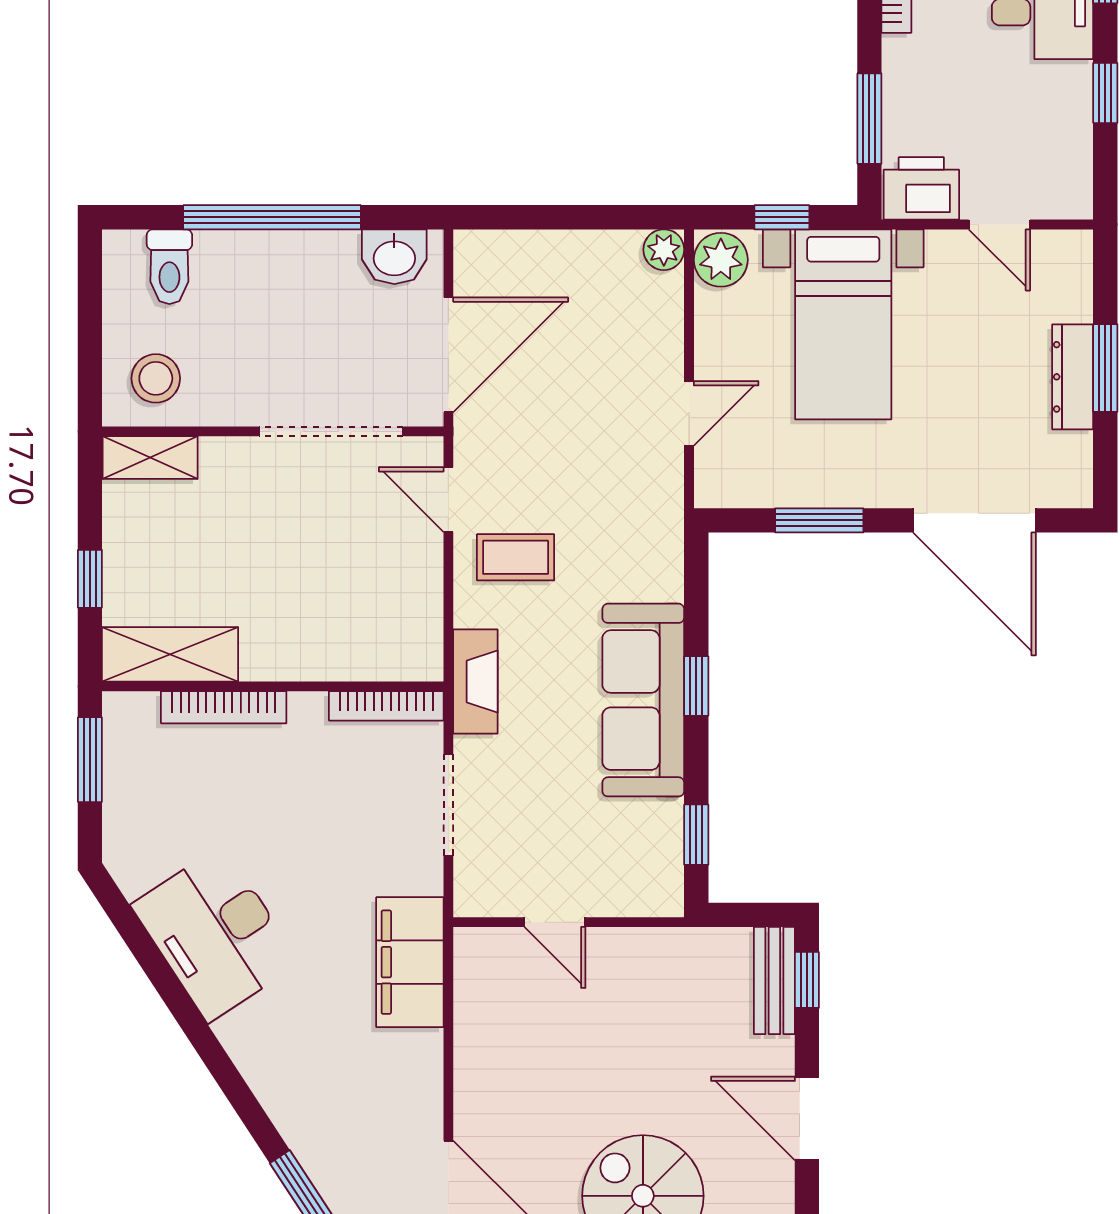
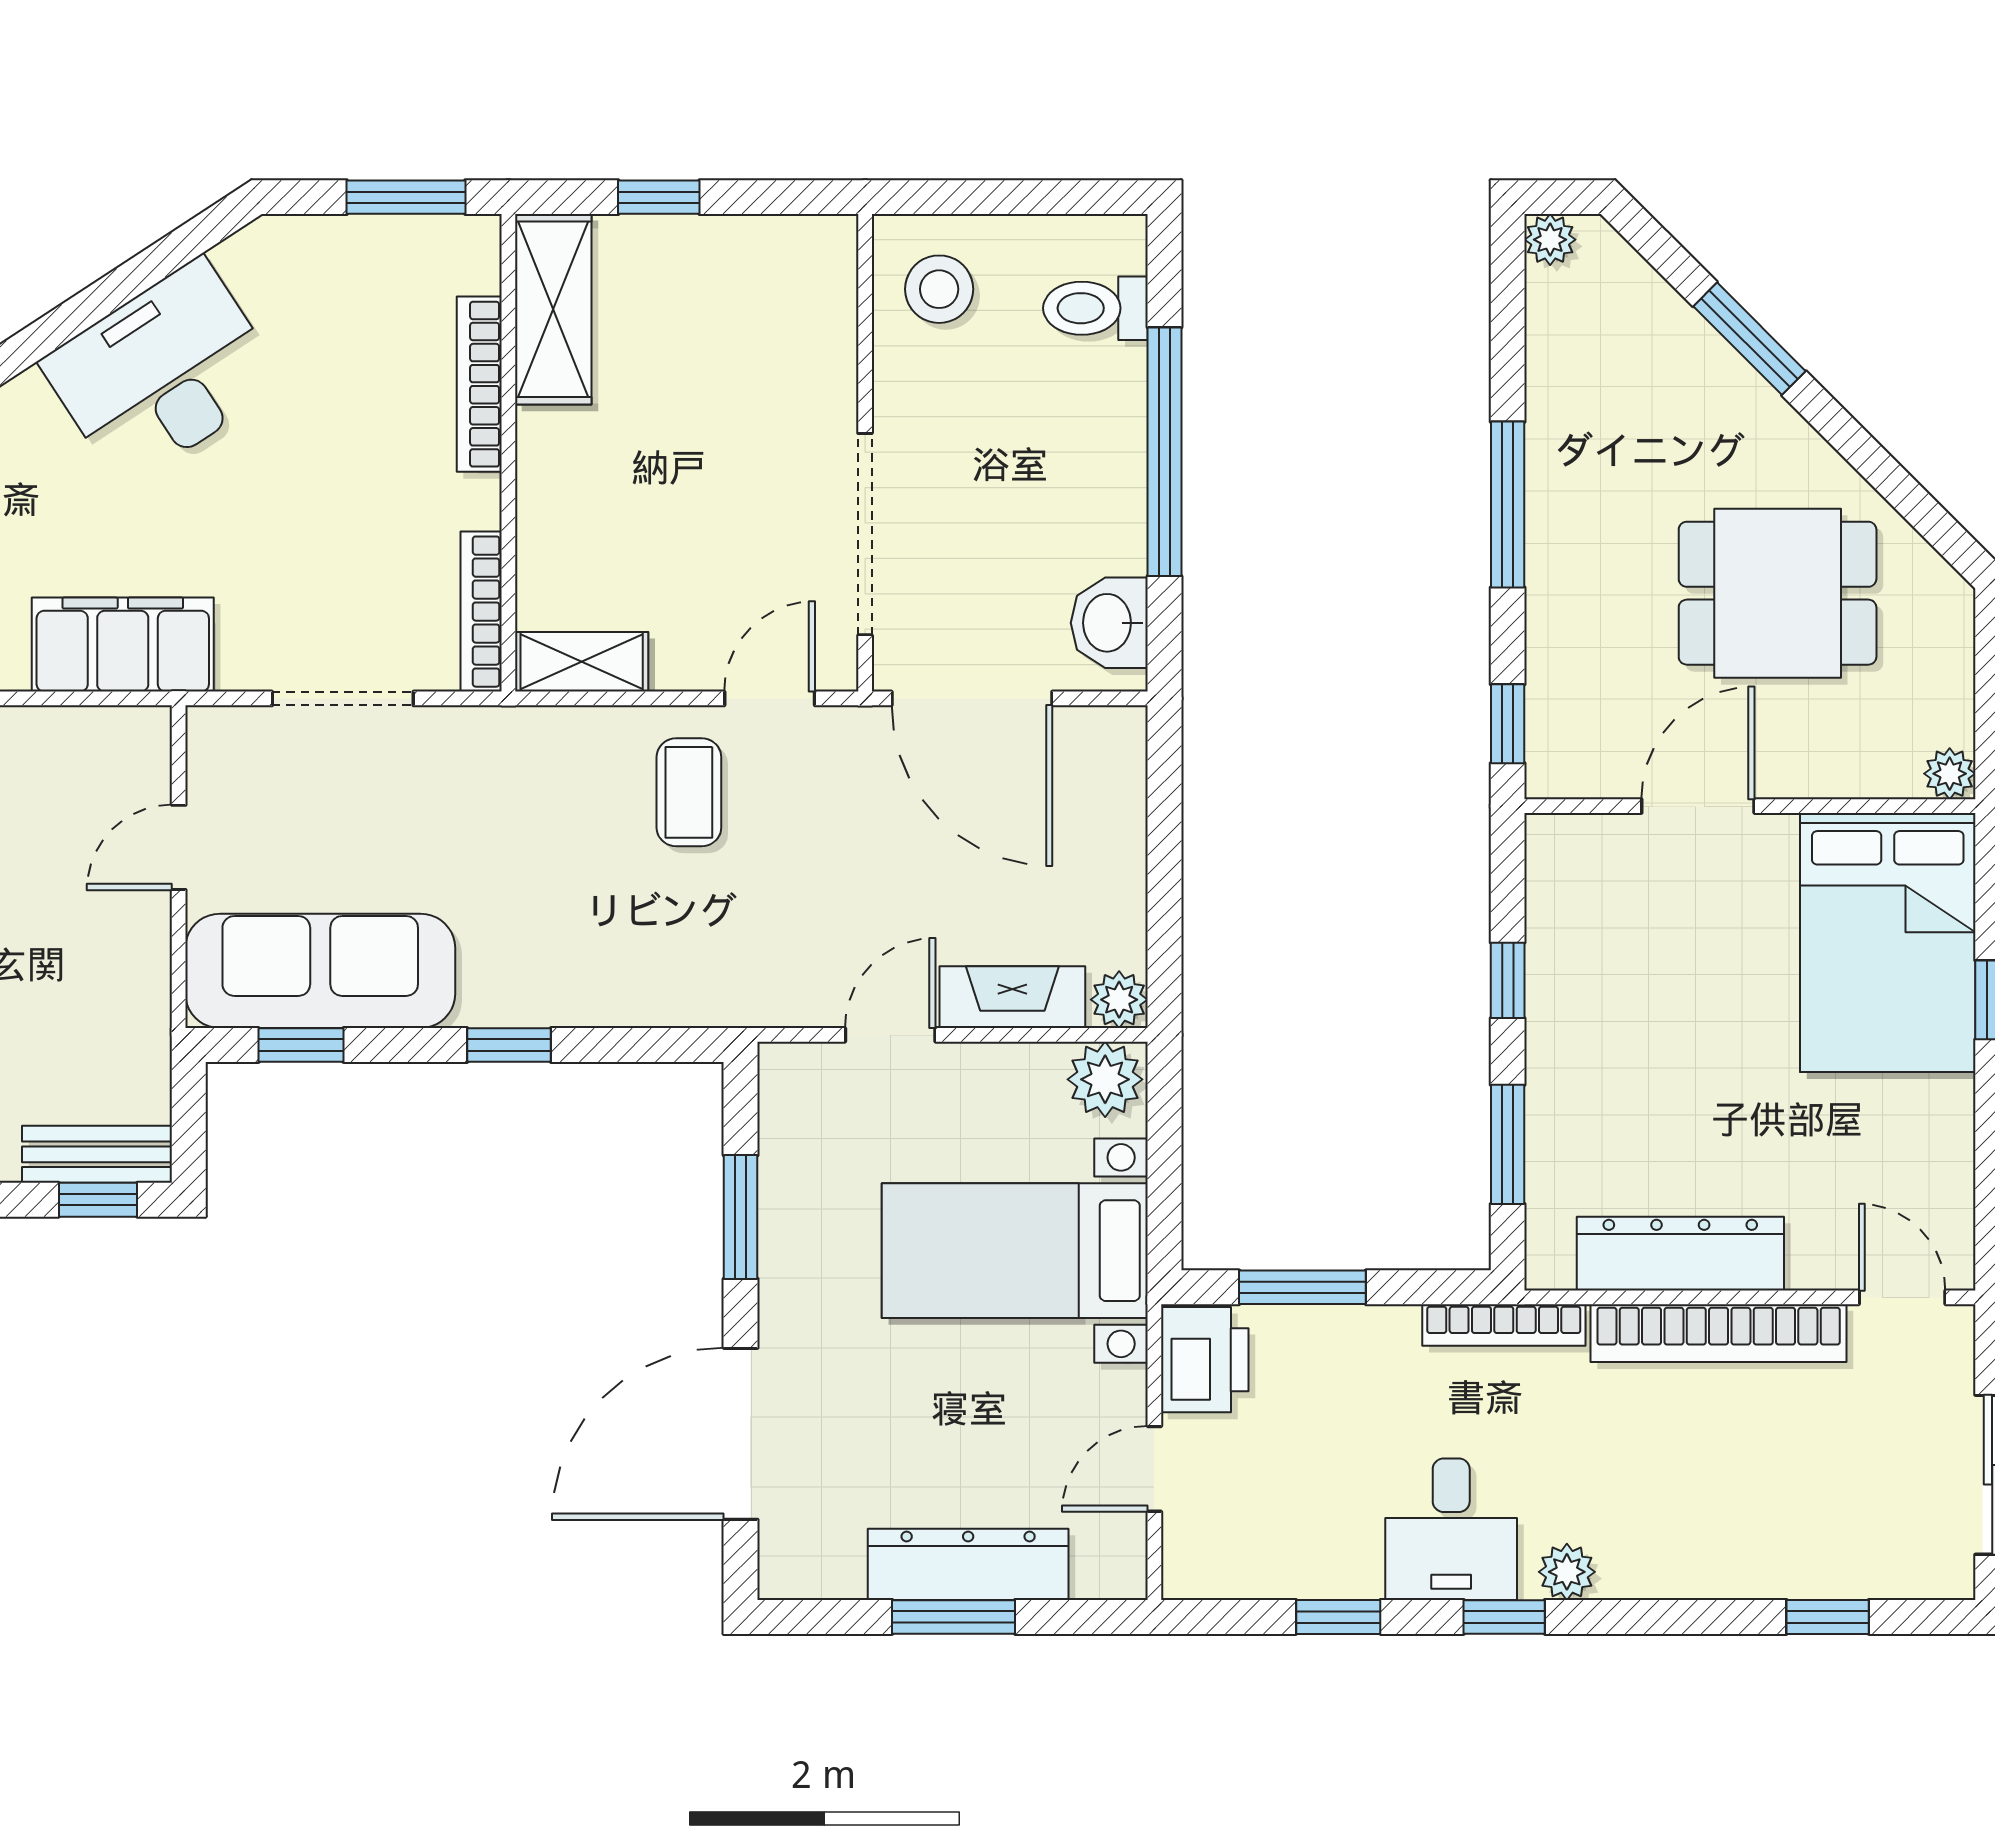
window: (782, 217) -> (1164, 1165), removed
dresser: (1073, 377) -> (968, 1564), width x1.37, depth x1.24
door: (689, 413) -> (890, 1035), swing flipped
shelving: (150, 458) -> (582, 662), moved, turned 90
fireplace: (475, 682) -> (1012, 997), moved, turned 180
sofa: (643, 700) -> (320, 971), moved

